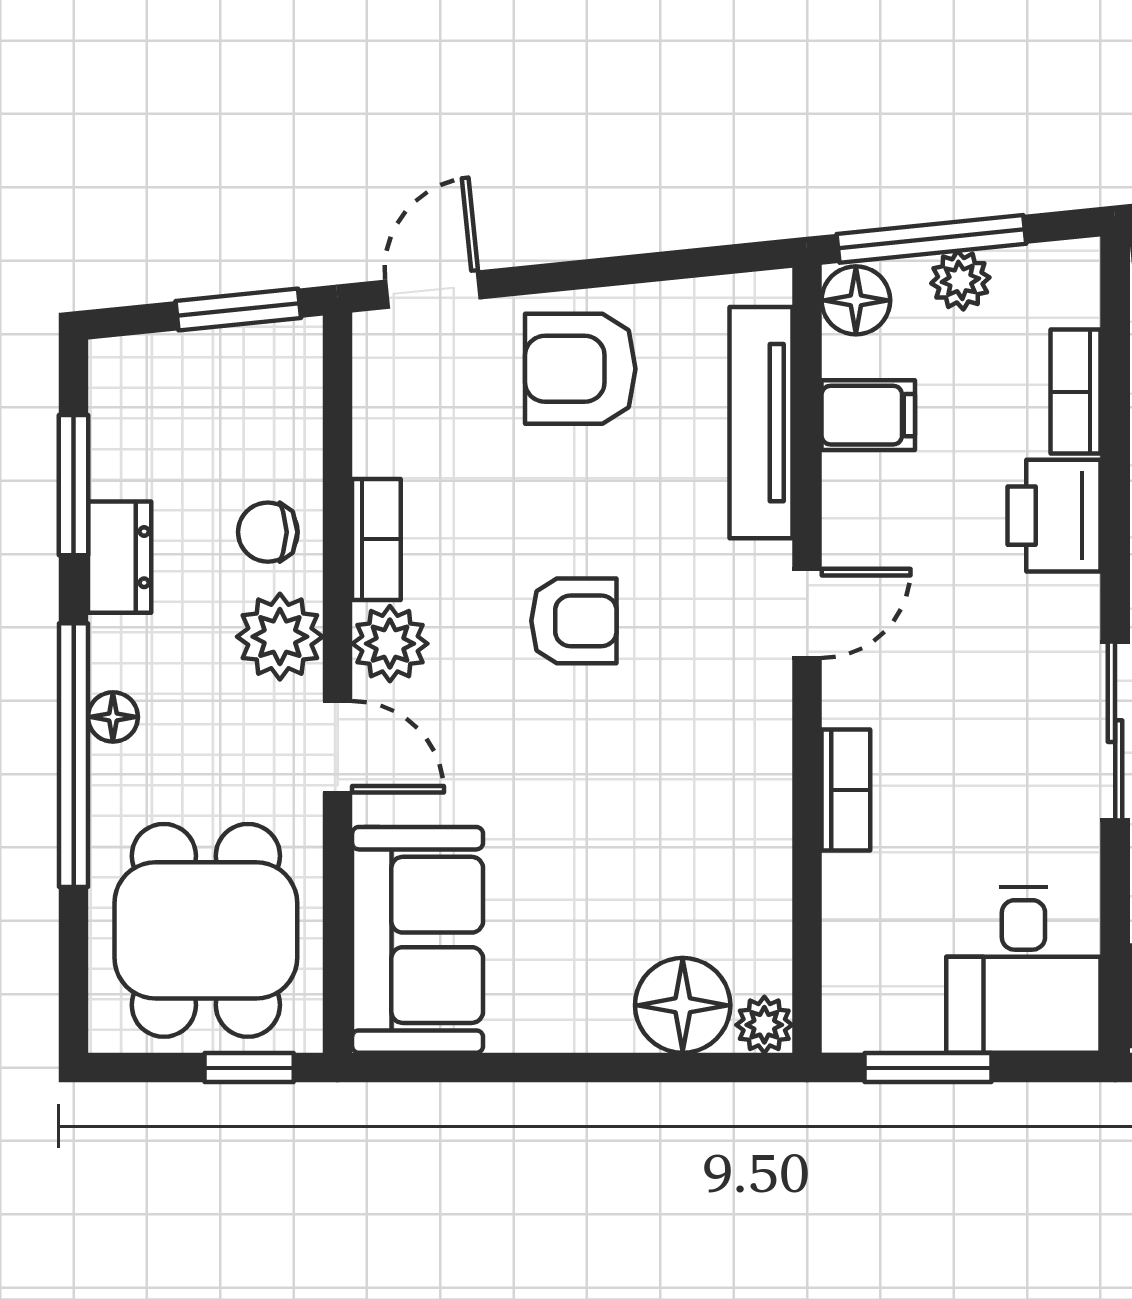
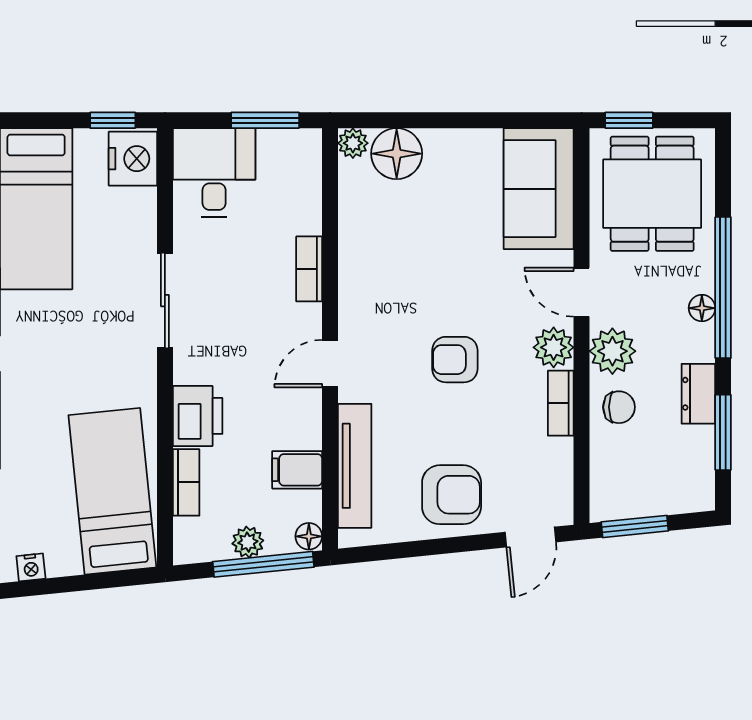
floor lamp: (856, 300) -> (309, 536), width x0.73, depth x0.73

